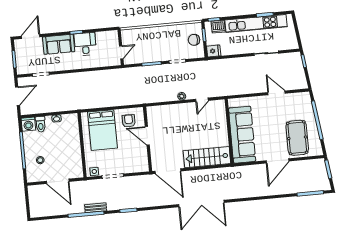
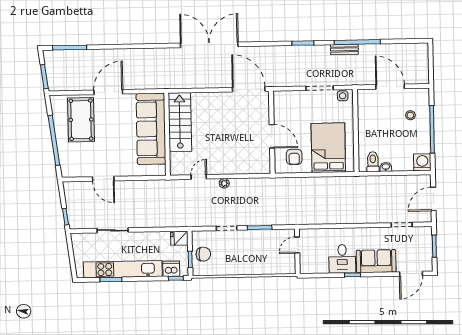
toilet: (41, 124) -> (373, 162), moved
stairs: (207, 157) -> (180, 122), moved, turned -90

